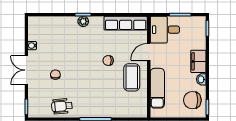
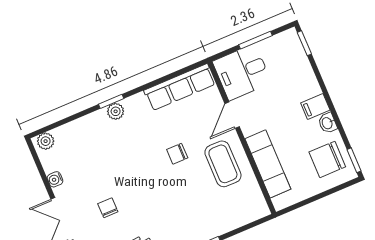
plant: (36, 21) -> (46, 141), added
filing cabinet: (198, 61) -> (315, 106), width x0.50

